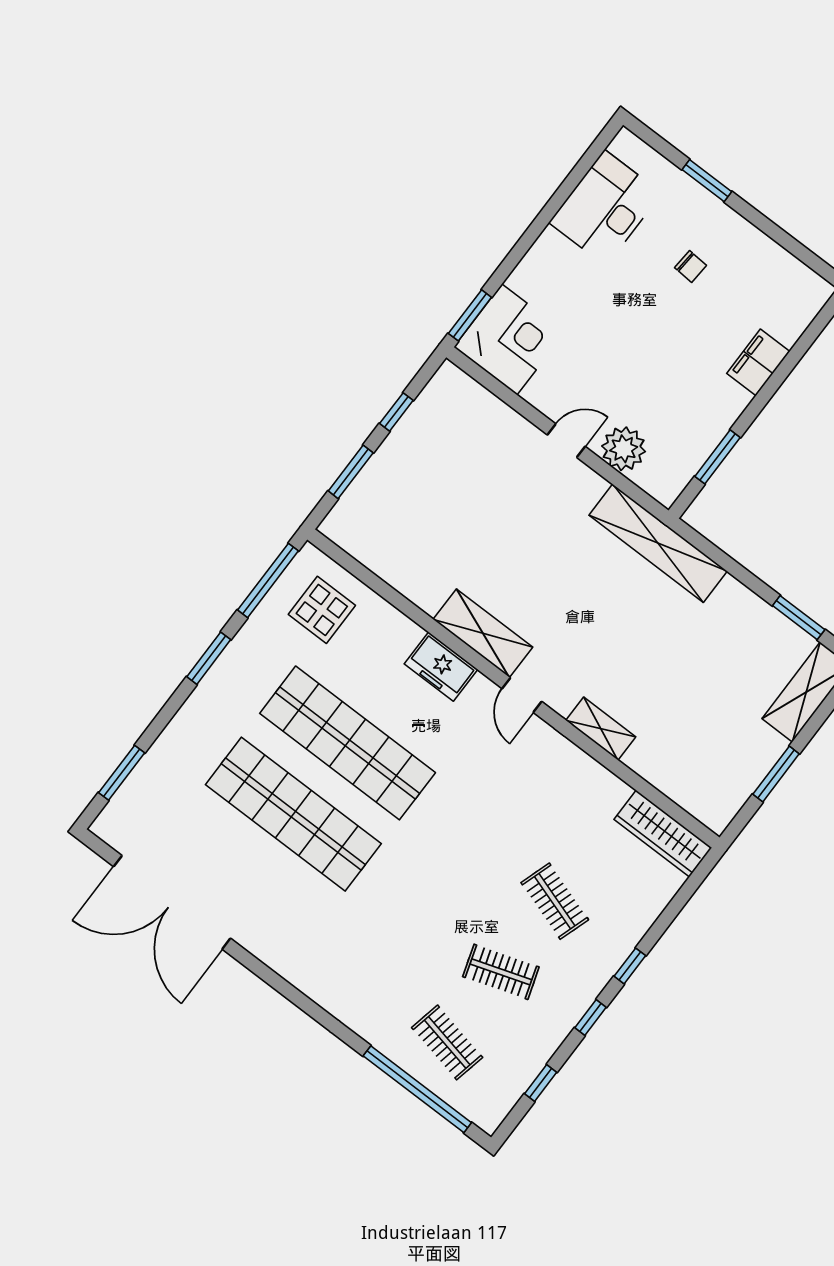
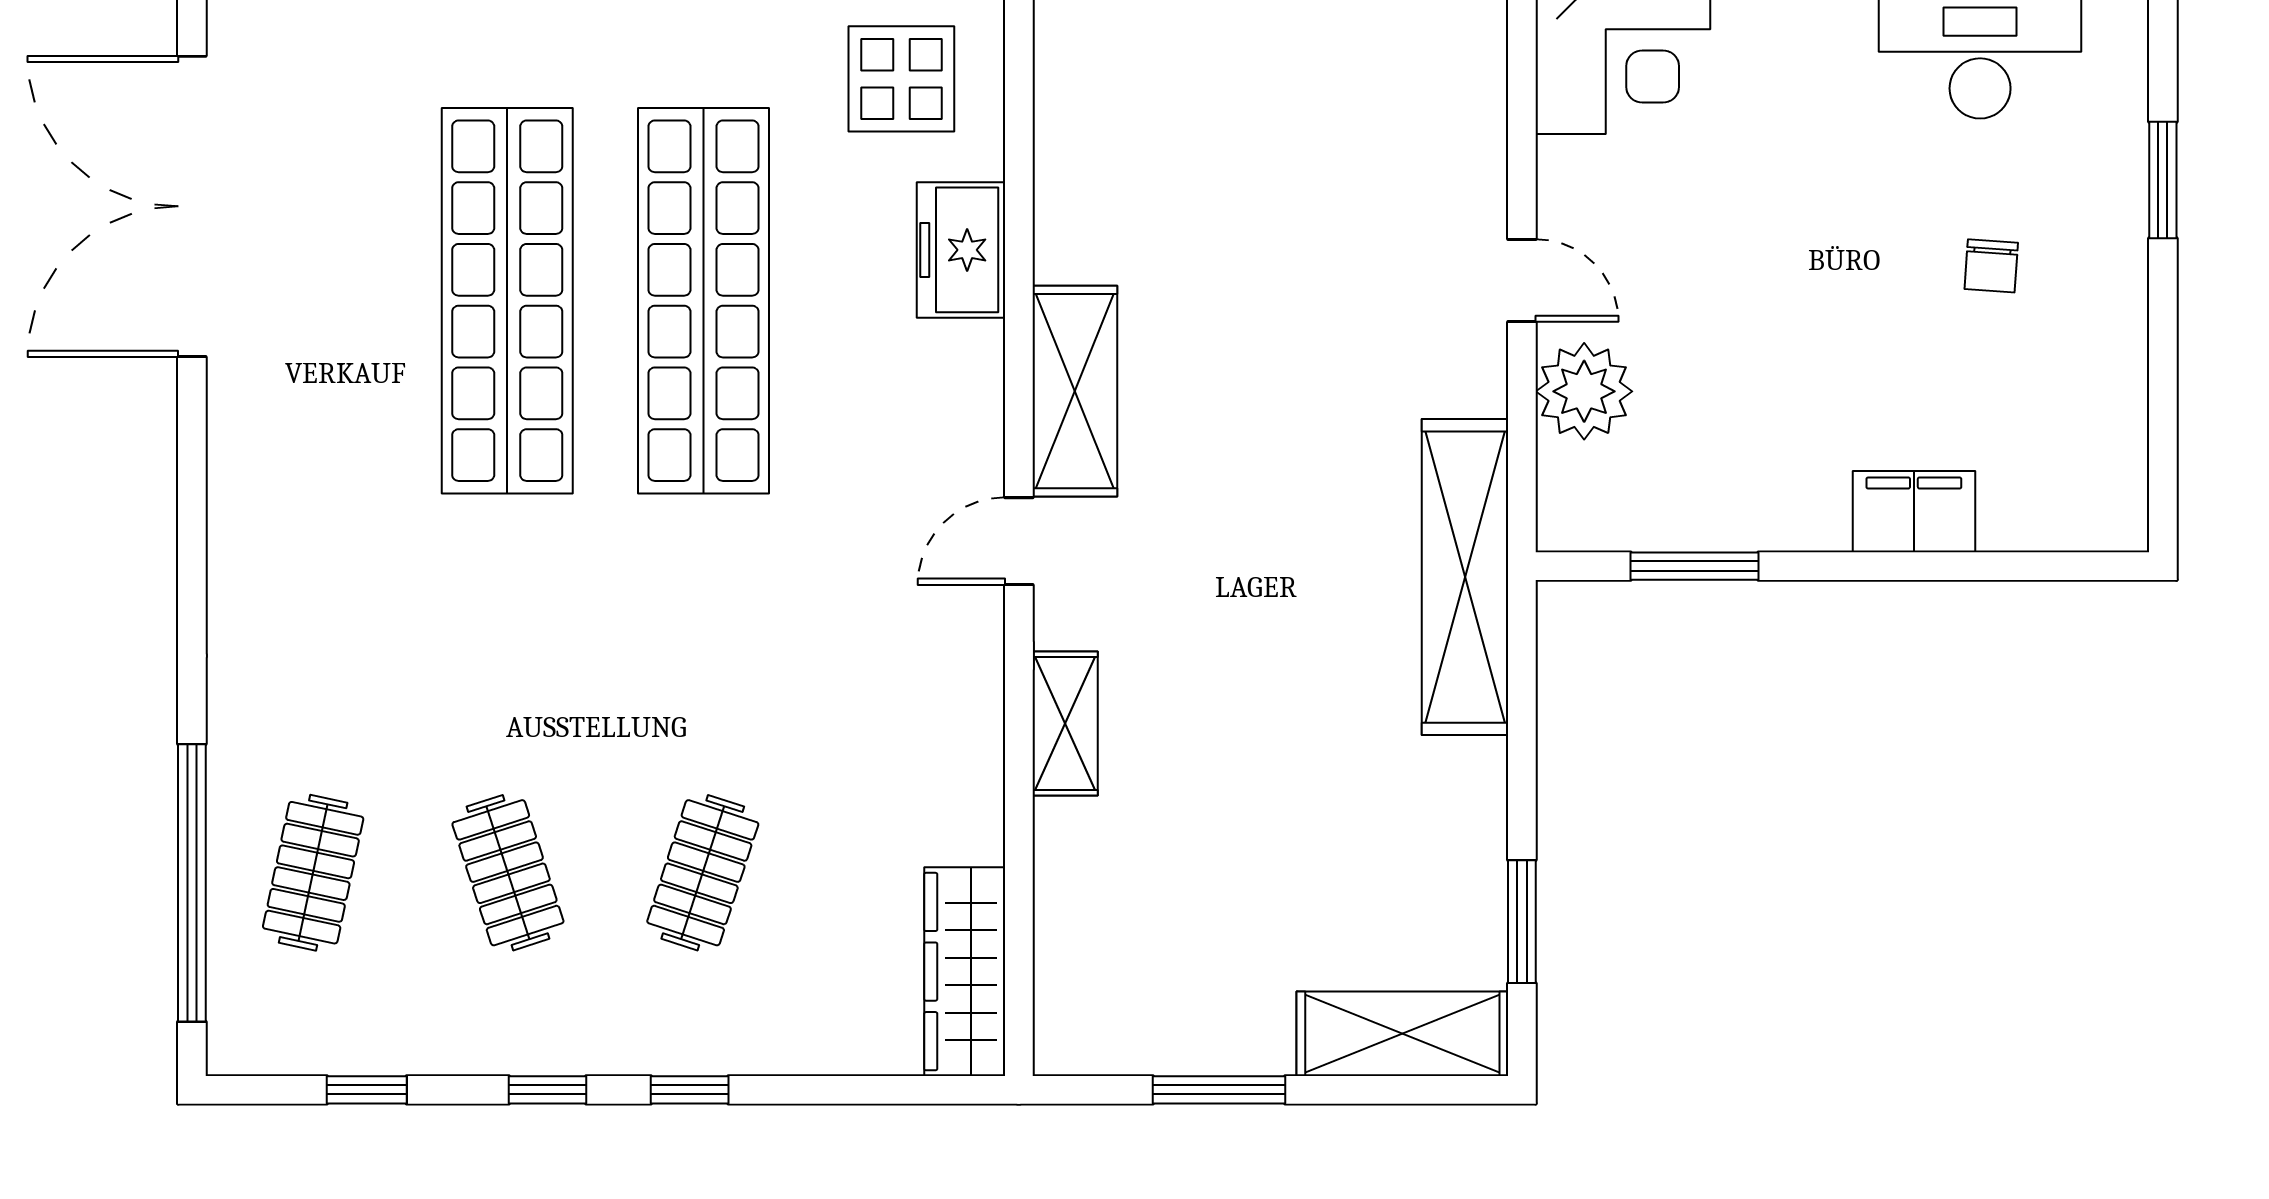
freezer: (441, 667) -> (961, 250), moved

